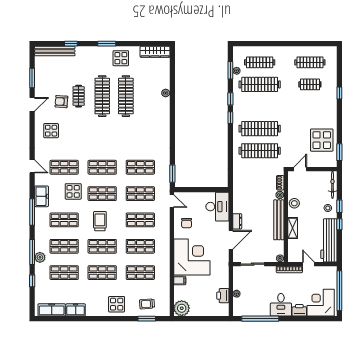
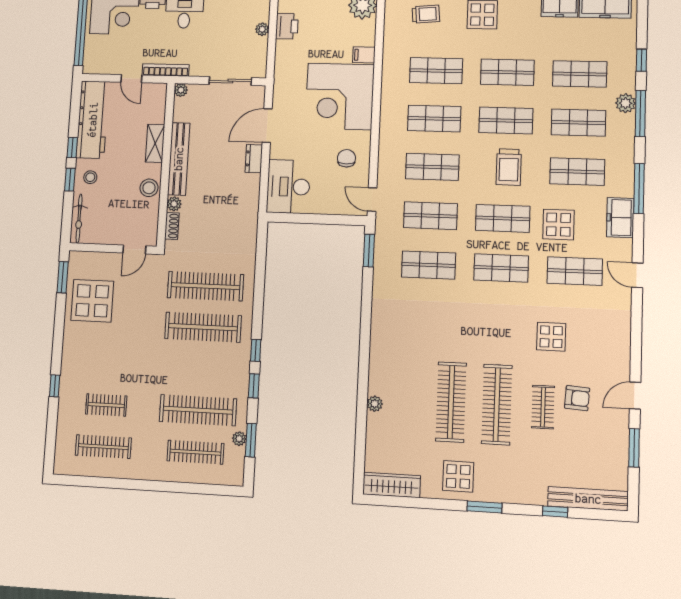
display table: (51, 131) -> (551, 337), moved

